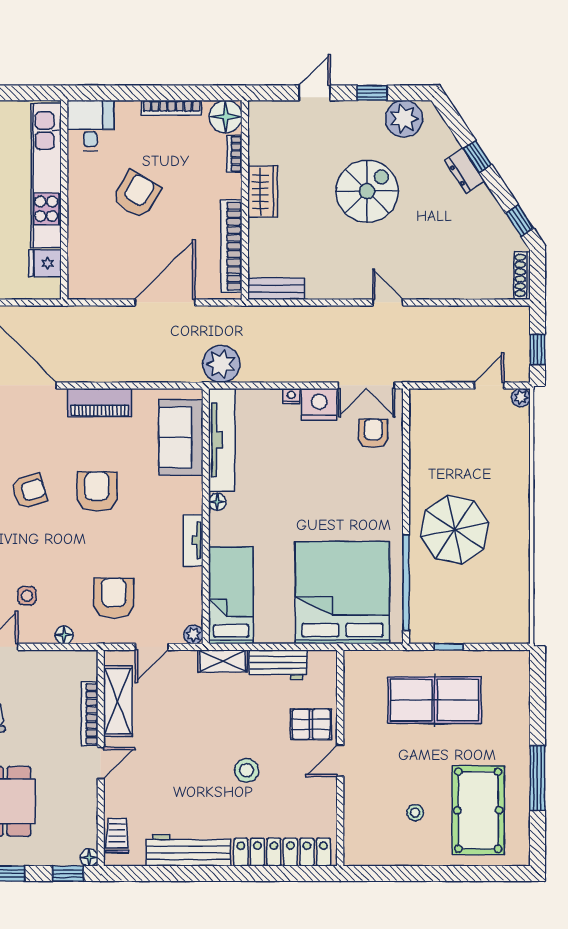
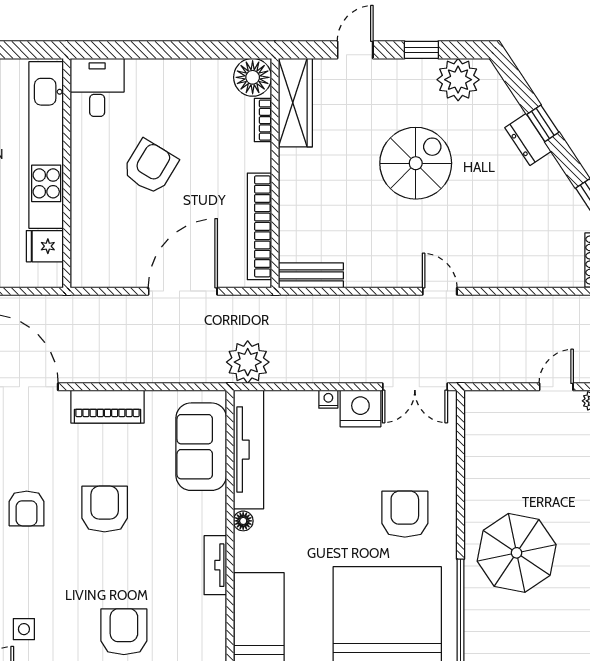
bookcase: (172, 108) -> (191, 67), removed
wardrobe: (263, 192) -> (295, 103), moved, width x1.50
armchair: (373, 433) -> (405, 514), moved, width x1.38, depth x1.38
armchair: (29, 491) -> (27, 508), turned 107

